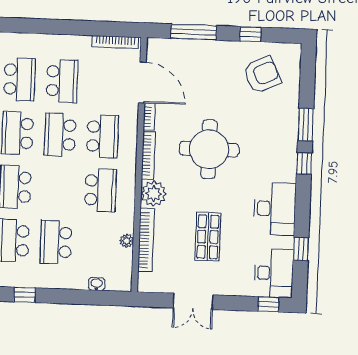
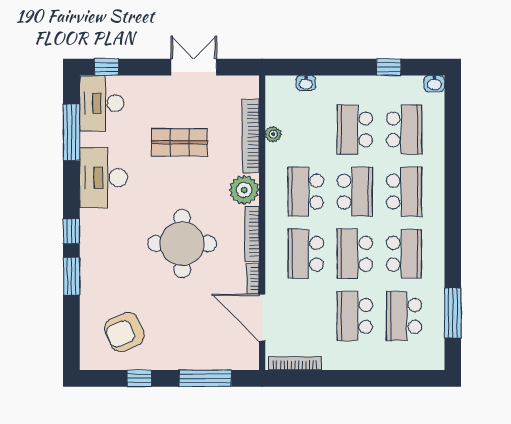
school desk: (60, 135) -> (355, 254), turned 180
school desk: (58, 188) -> (355, 192), added
shop shelf: (208, 237) -> (179, 142), turned 90
school desk: (56, 242) -> (355, 129), turned 180
window: (301, 249) -> (71, 132), width x2.17

